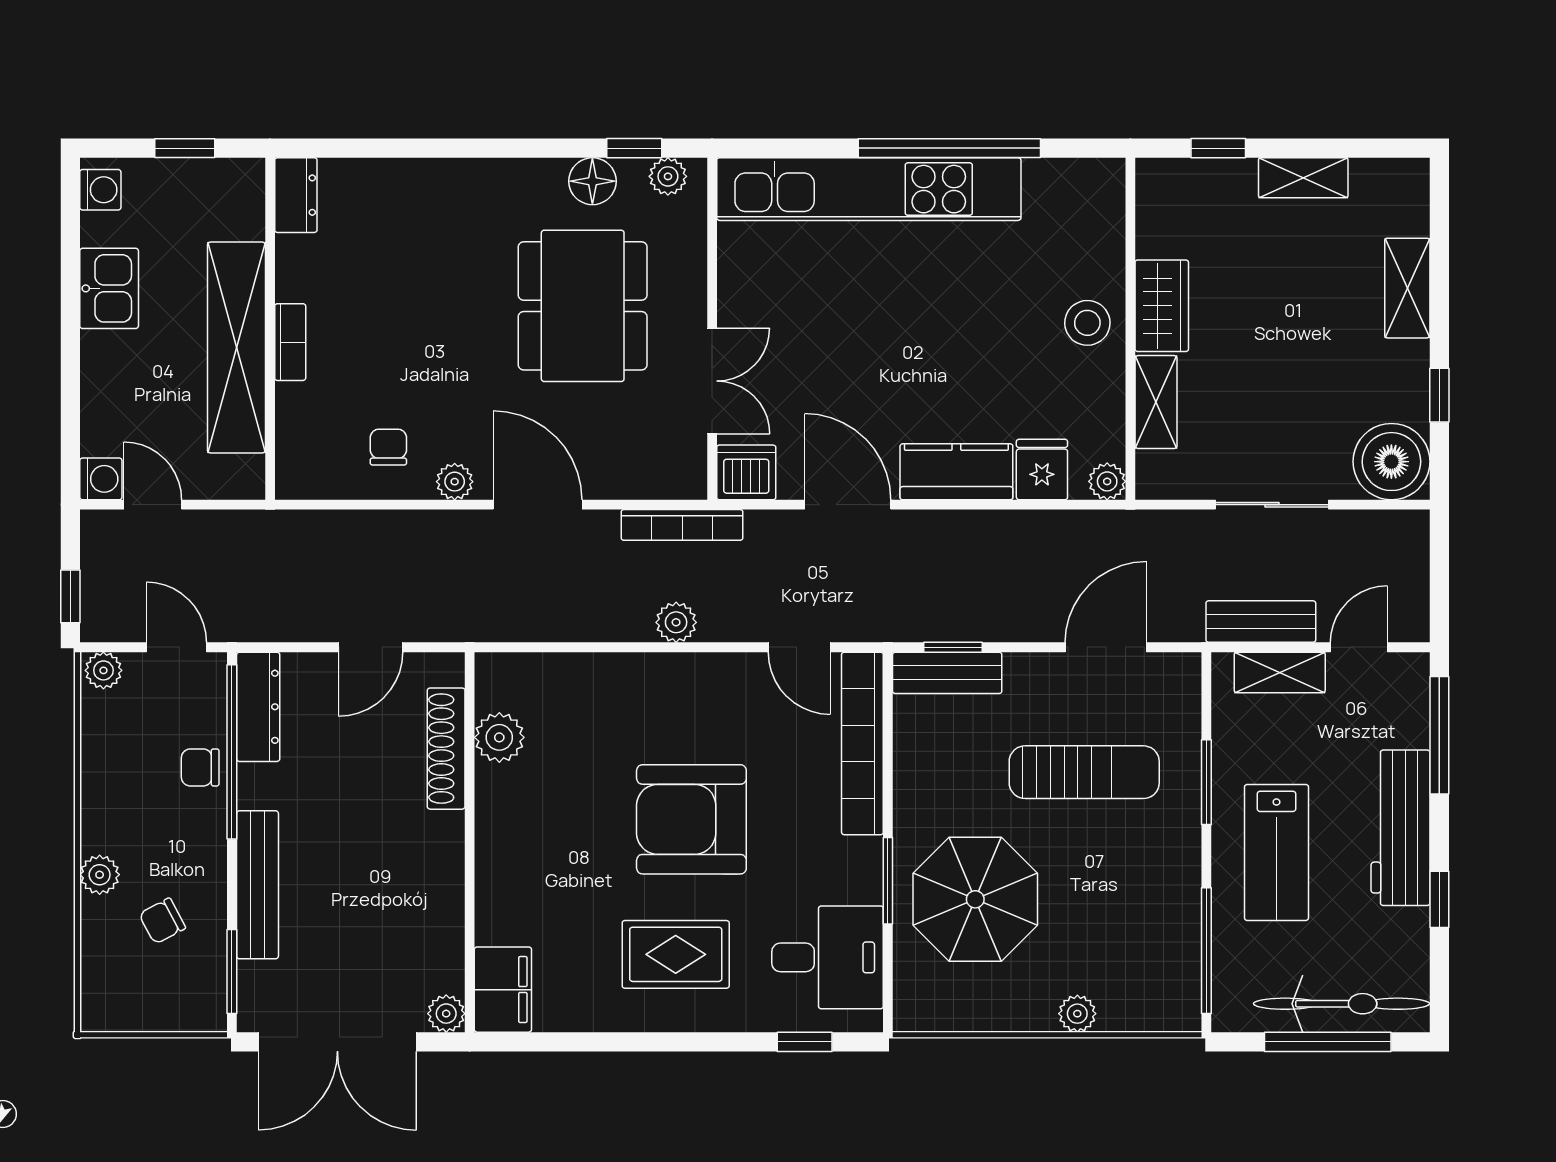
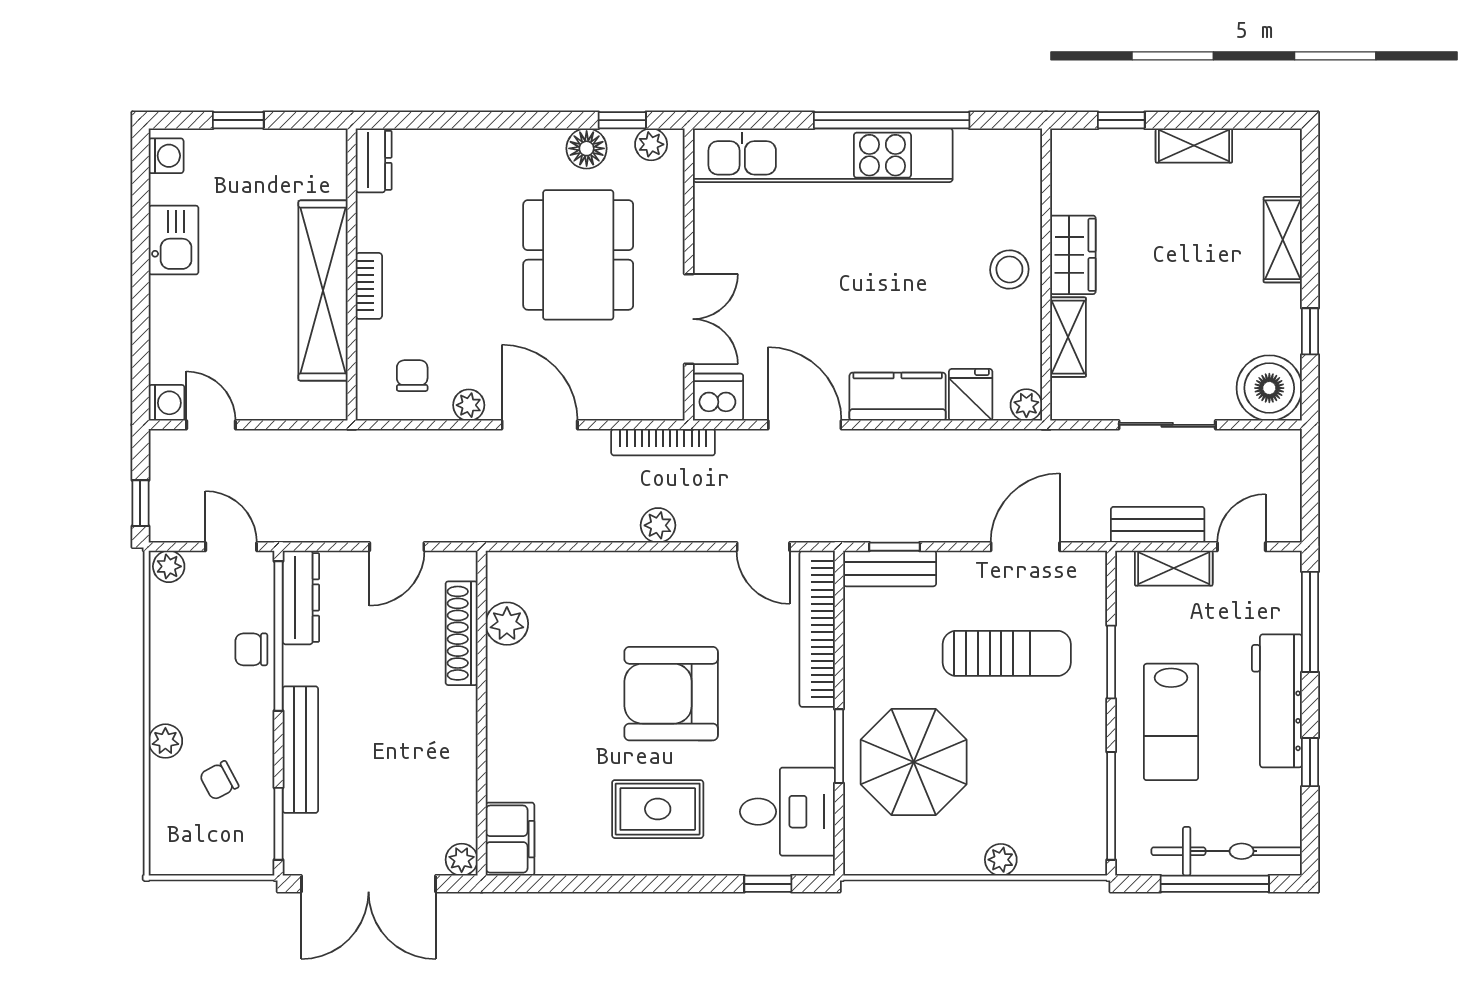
dresser: (296, 195) -> (374, 160), moved
wall: (270, 329) -> (352, 275), moved
bookcase: (290, 342) -> (369, 286), moved
shelving: (236, 348) -> (323, 291), moved

